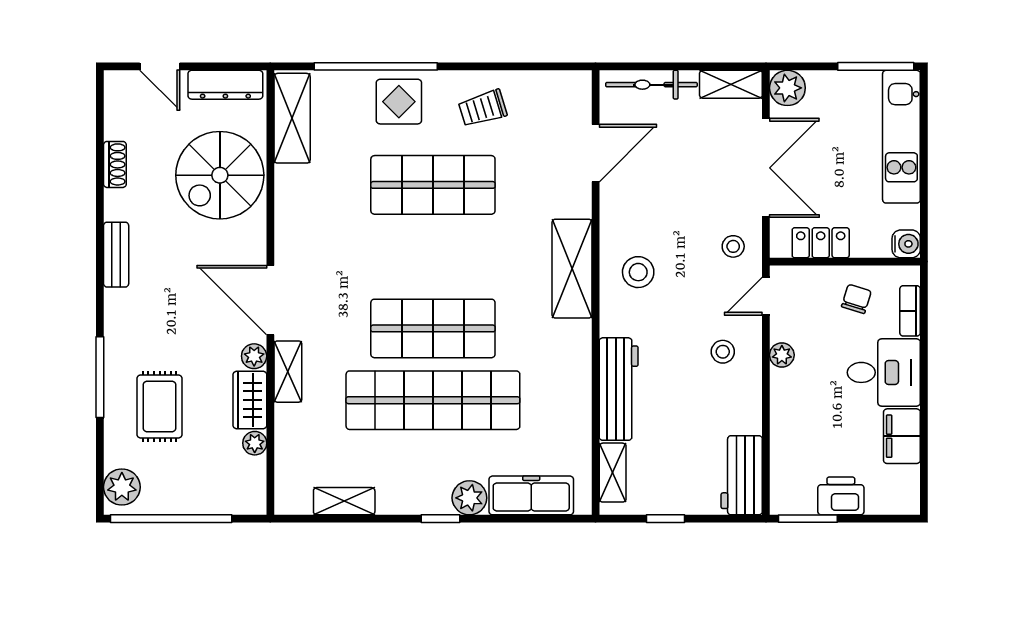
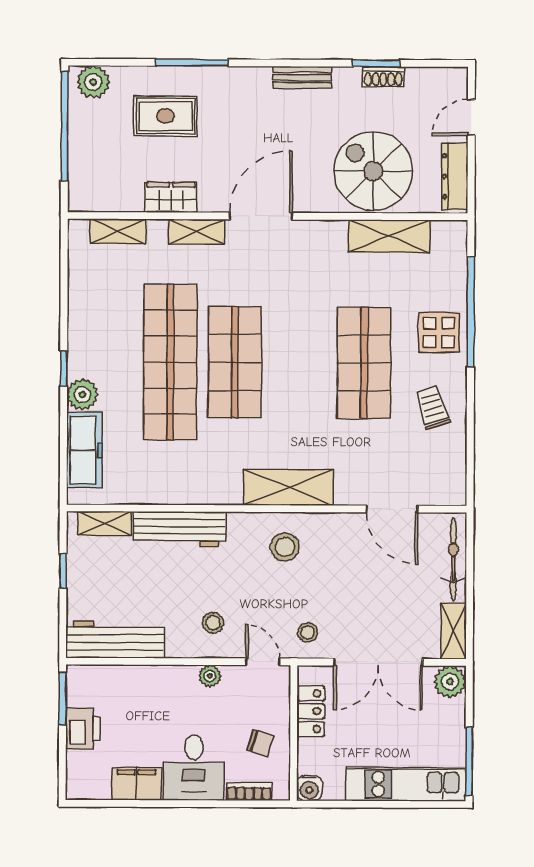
shelving: (292, 118) -> (389, 236), moved
window: (100, 172) -> (376, 63), added
plant: (254, 356) -> (210, 201), removed
plant: (255, 443) -> (132, 202), removed
workbench: (742, 475) -> (115, 639), width x1.37
shelving: (344, 501) -> (118, 231), moved, turned 90

